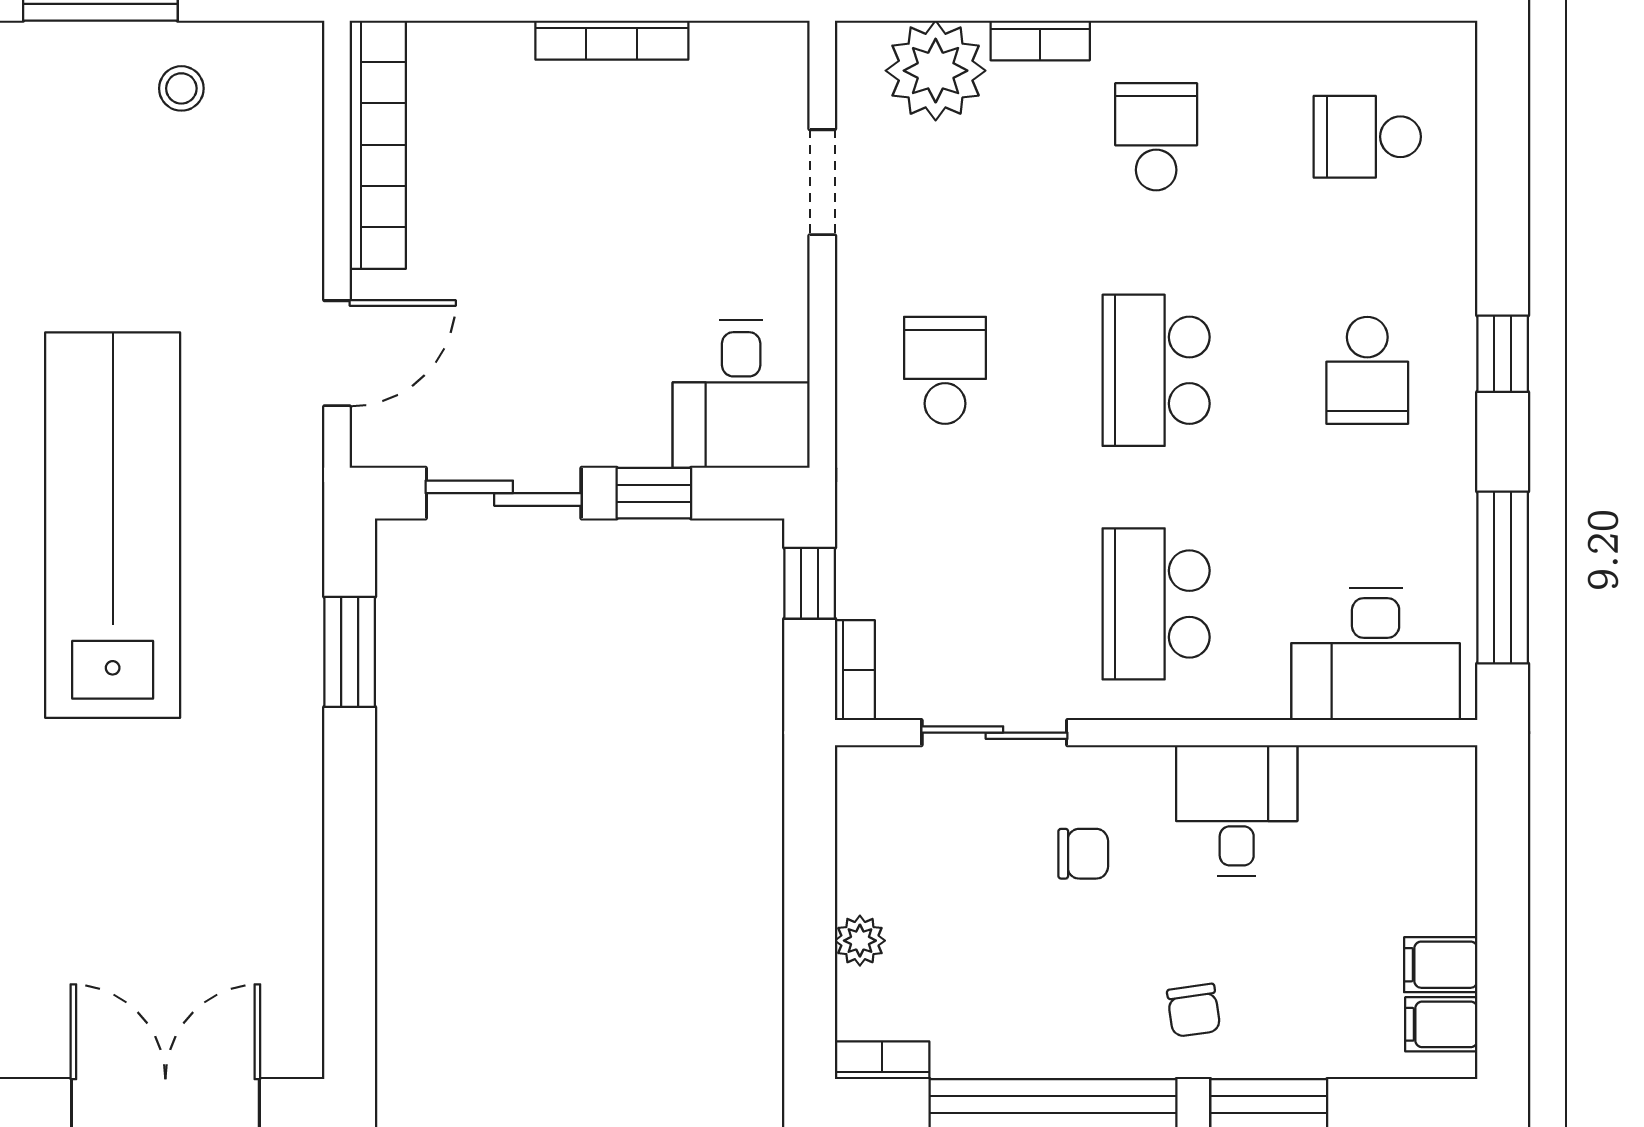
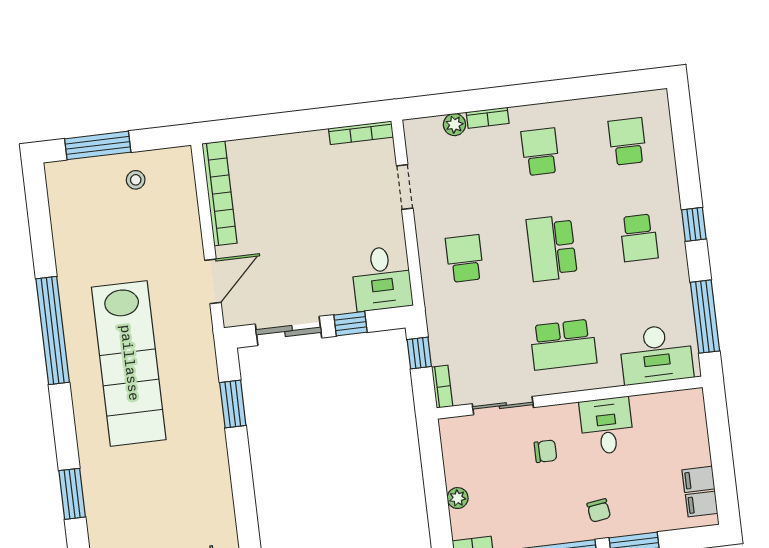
bookcase: (612, 40) -> (361, 133), moved
plant: (936, 71) -> (454, 125), width x0.53, depth x0.53
school desk: (1367, 137) -> (627, 141), turned 90
lab bench: (113, 525) -> (129, 363), turned 180
school desk: (1156, 604) -> (563, 345), turned -90

